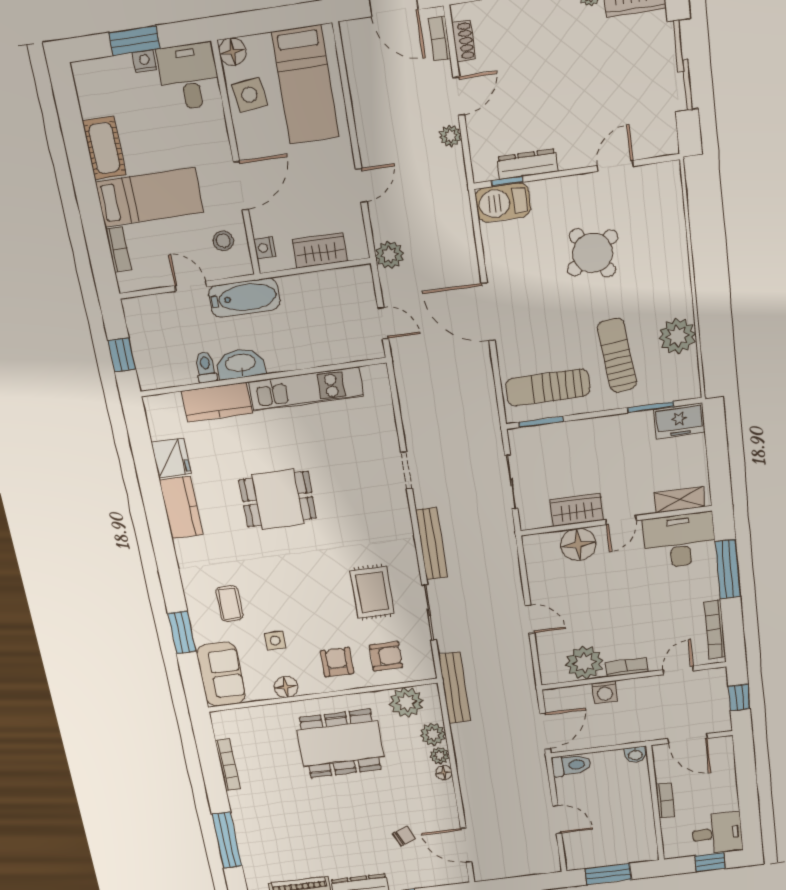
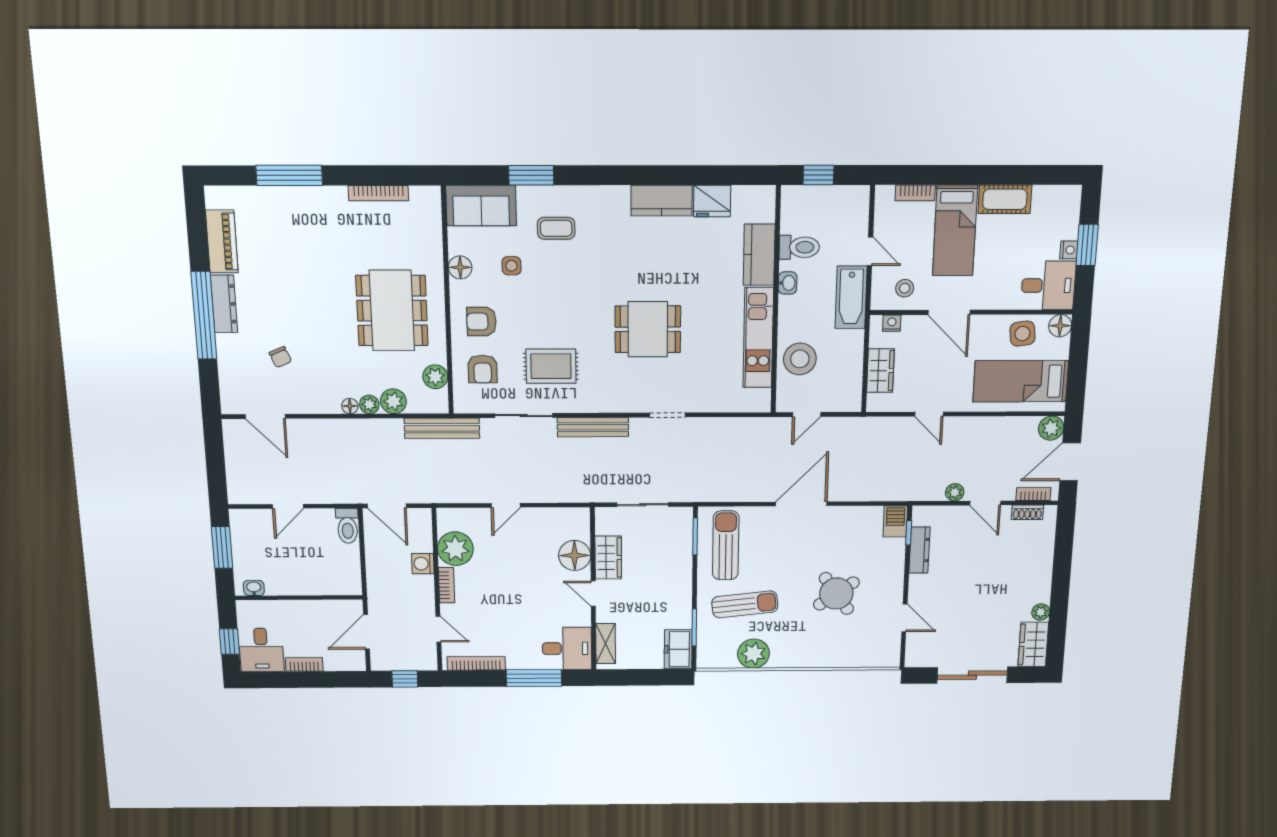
barbecue: (503, 202) -> (895, 521), width x0.73, depth x0.79
plant: (390, 255) -> (1051, 428), moved
door: (191, 286) -> (870, 251), hinge flipped
stool: (322, 341) -> (800, 359), added
washbasin: (241, 364) -> (788, 283), width x0.52, depth x0.69
toilet: (206, 367) -> (799, 247), width x1.37, depth x1.39
dining table: (278, 499) -> (648, 329), moved, turned 90
desk: (680, 541) -> (567, 648), width x0.73
armchair: (337, 662) -> (481, 322), turned 180
plant: (406, 702) -> (435, 377), width x0.73, depth x0.73
washbasin: (635, 755) -> (254, 588), moved, turned 90
bookcase: (665, 800) -> (304, 664), moved, turned 180
door: (466, 845) -> (265, 416), swing flipped

